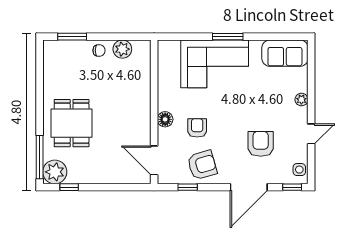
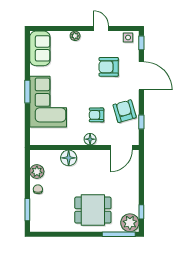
floor lamp: (140, 91) -> (69, 158), added

